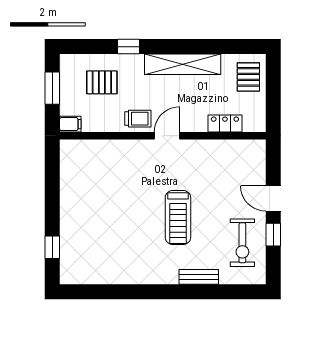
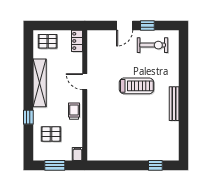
pallet: (102, 82) -> (51, 134), turned 90
locker: (225, 123) -> (77, 41), moved
door: (167, 136) -> (85, 82), moved
bench: (199, 277) -> (174, 104), moved, width x1.36

